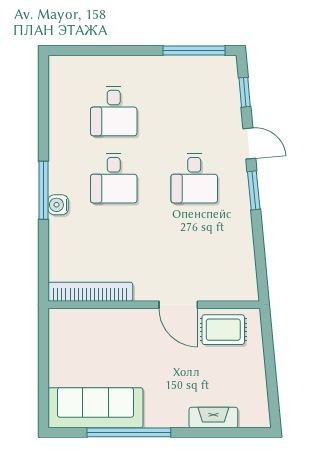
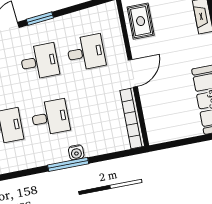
desk: (194, 245) -> (86, 53), added
door: (178, 305) -> (133, 73), moved

